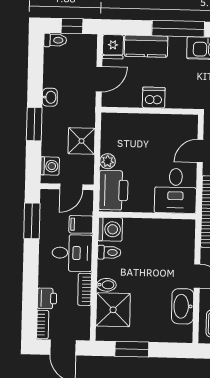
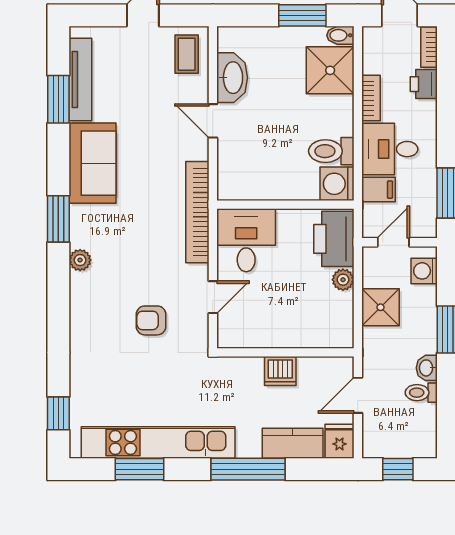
toilet: (55, 40) -> (421, 393), moved
toilet: (109, 252) -> (331, 151), width x1.37, depth x1.39
bidet: (106, 285) -> (340, 35), moved

